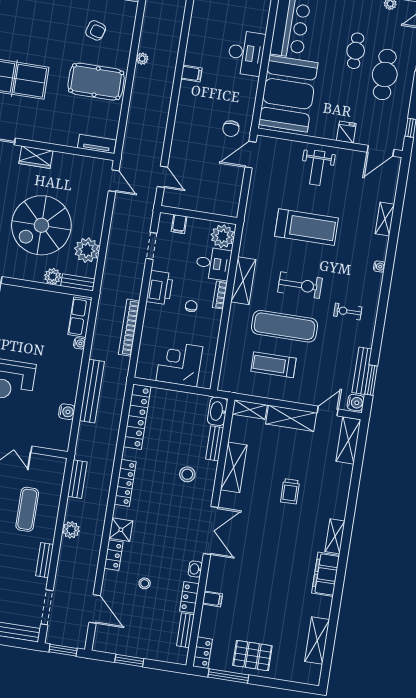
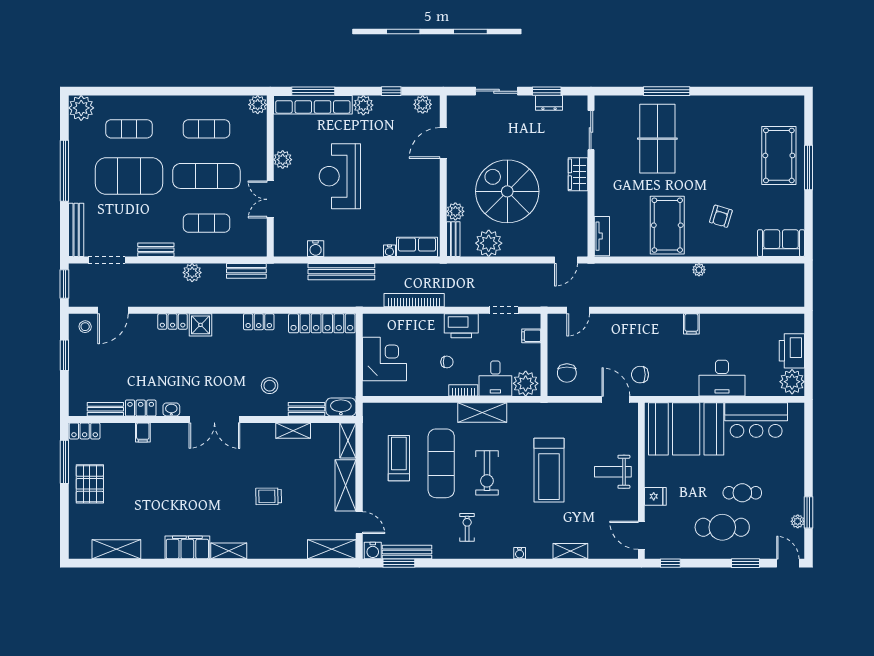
chair: (219, 196) -> (567, 373), added
shelving: (234, 467) -> (293, 431), width x0.67, depth x0.75
locker: (125, 483) -> (259, 322), width x0.66
stool: (145, 583) -> (85, 327), moved

